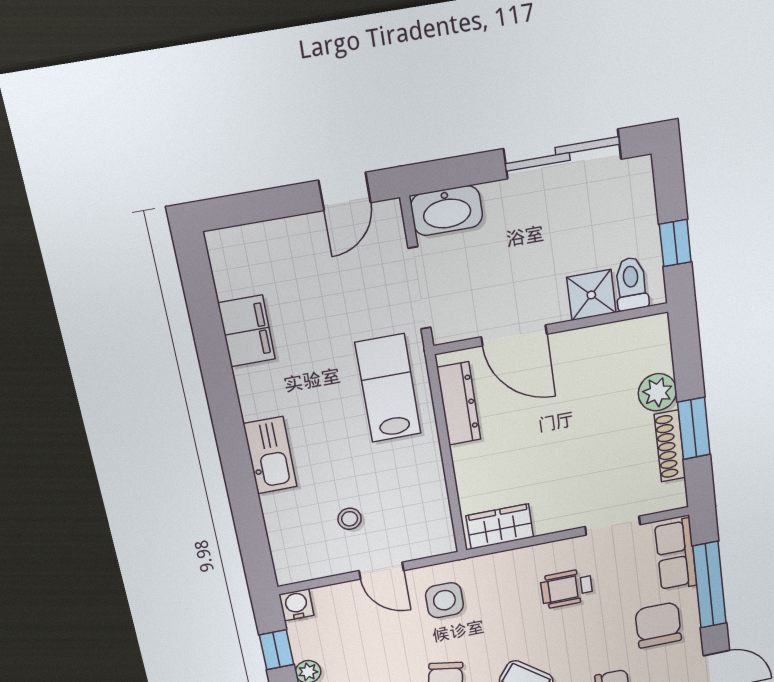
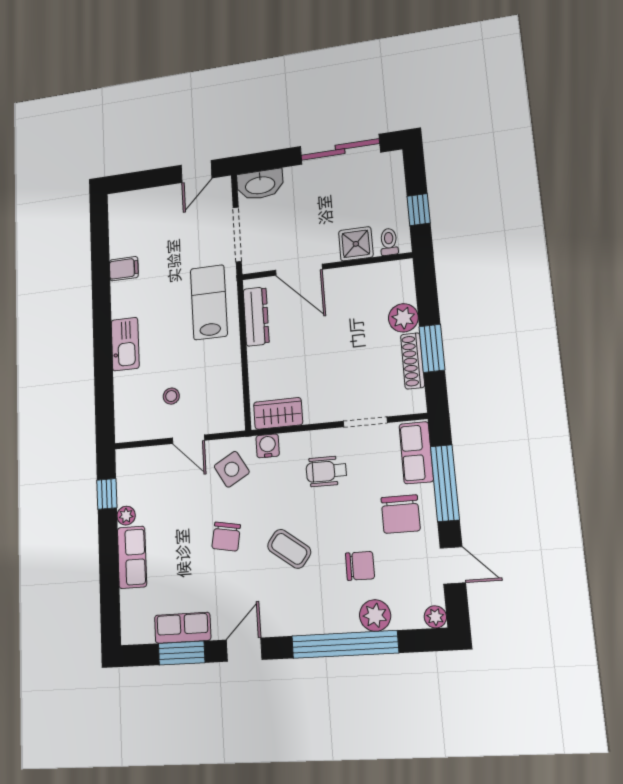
toilet: (631, 284) -> (389, 242), width x0.73, depth x0.72
filing cabinet: (247, 331) -> (124, 269), width x0.50
side table: (444, 600) -> (232, 469), turned -30
water cooler: (296, 605) -> (268, 446), moved
chair: (658, 625) -> (401, 514), turned 180

